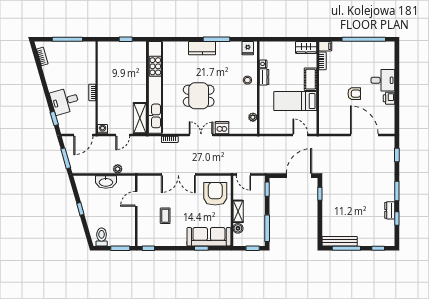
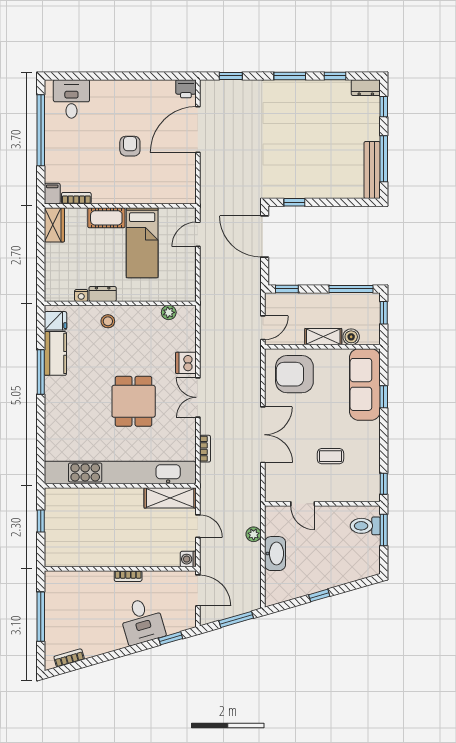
kitchen counter: (202, 48) -> (55, 353), moved
desk: (383, 80) -> (71, 99), moved
printer: (389, 98) -> (186, 89), moved
dresser: (390, 210) -> (366, 88), moved
toilet: (102, 237) -> (365, 526), moved

